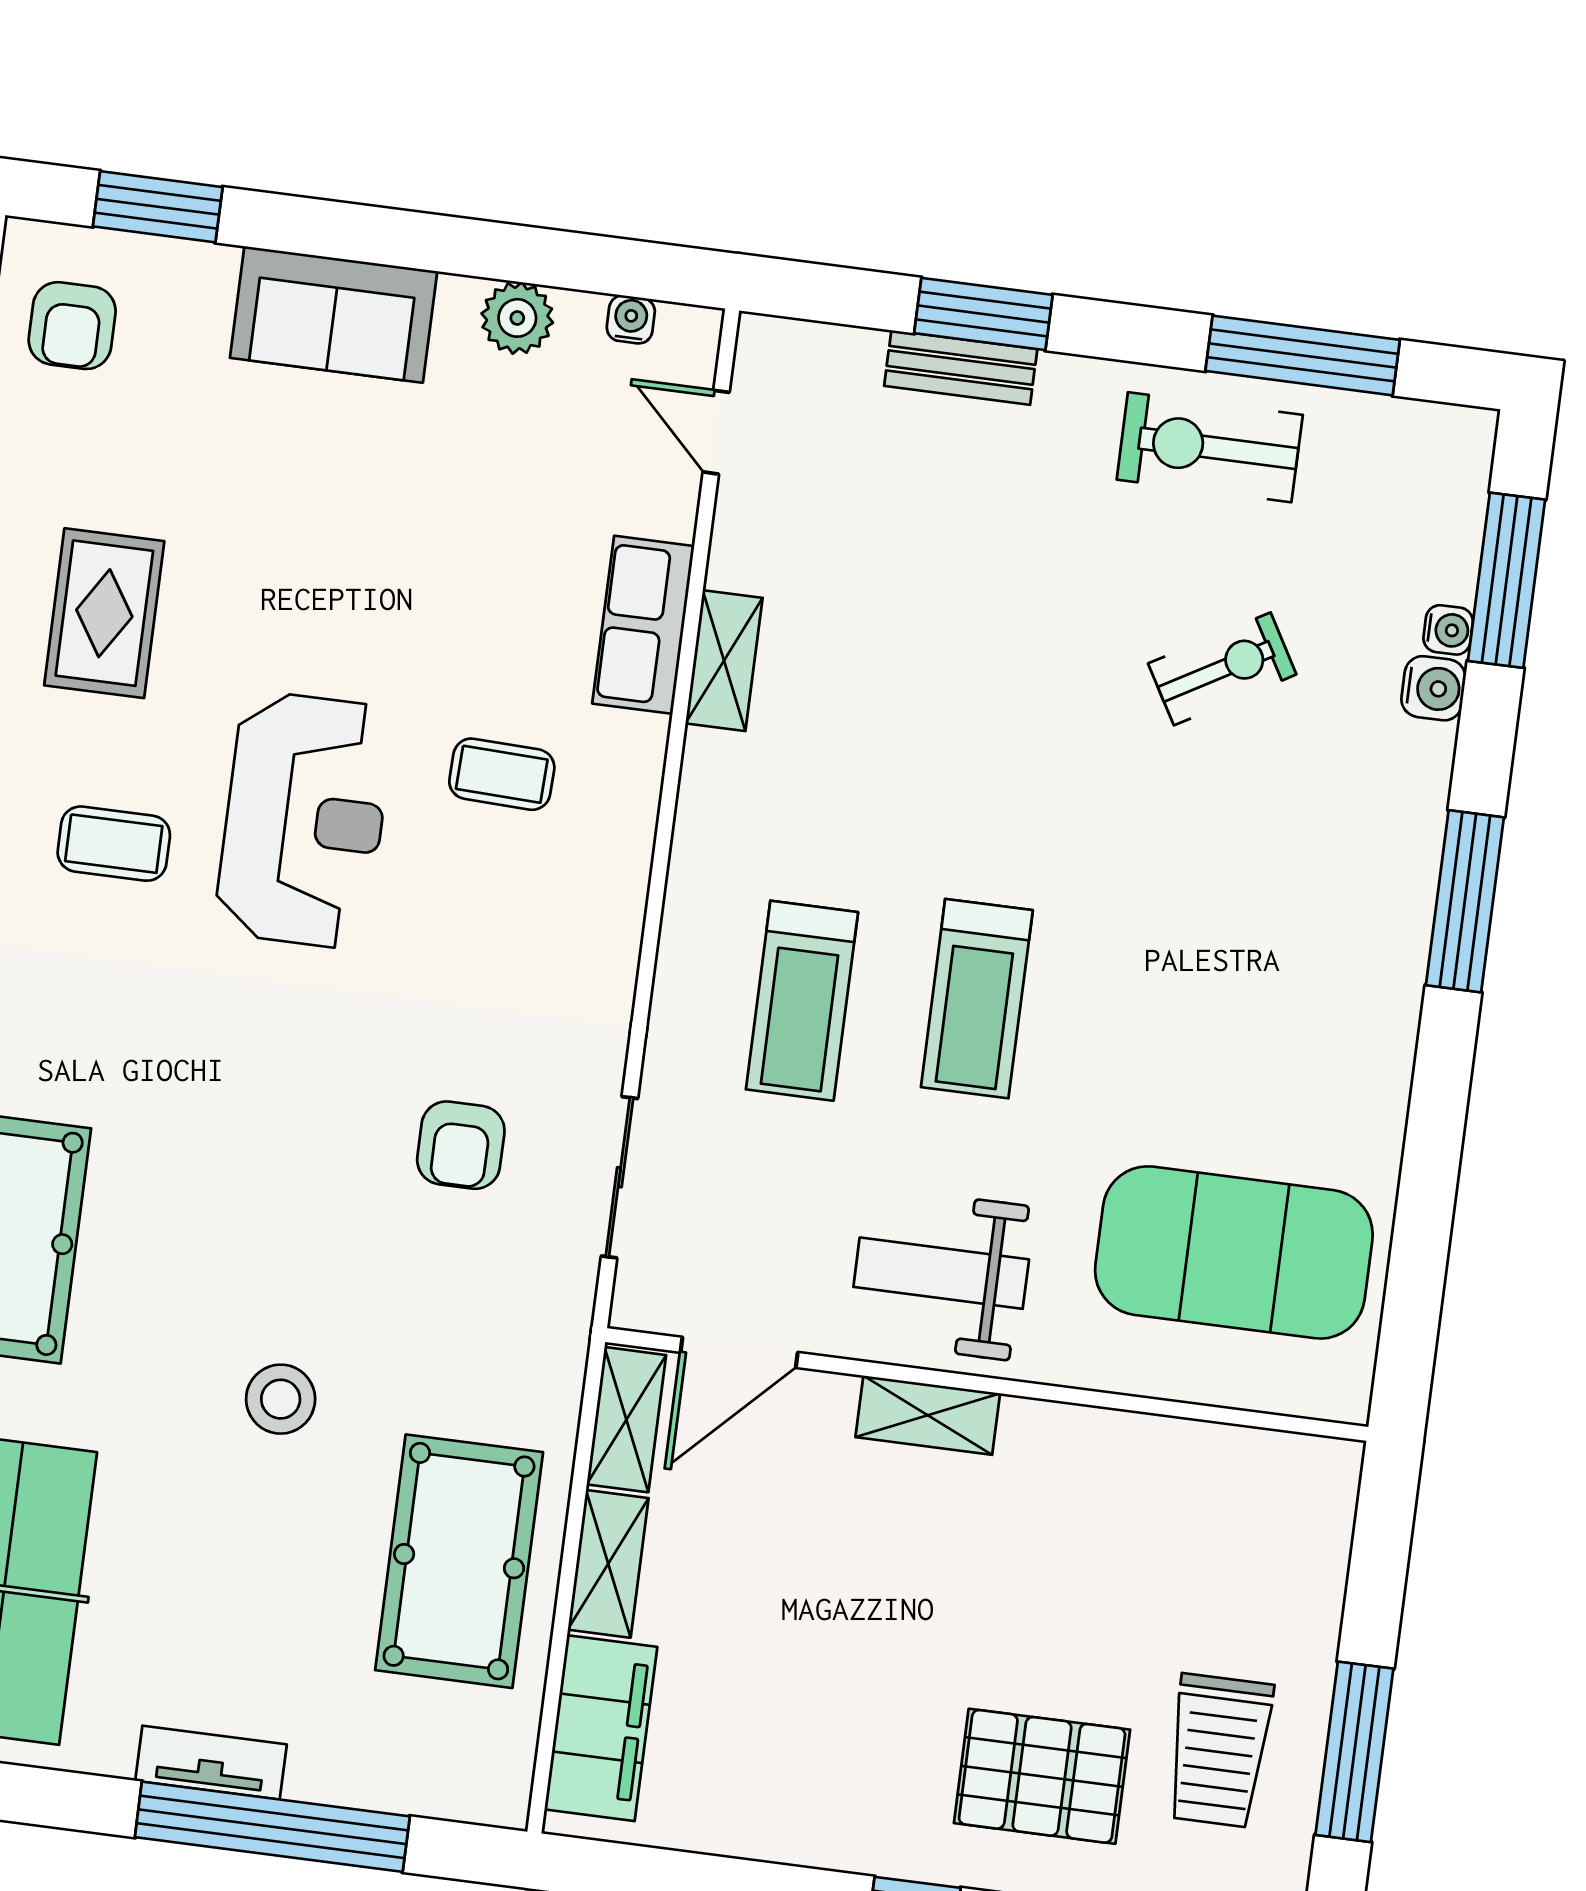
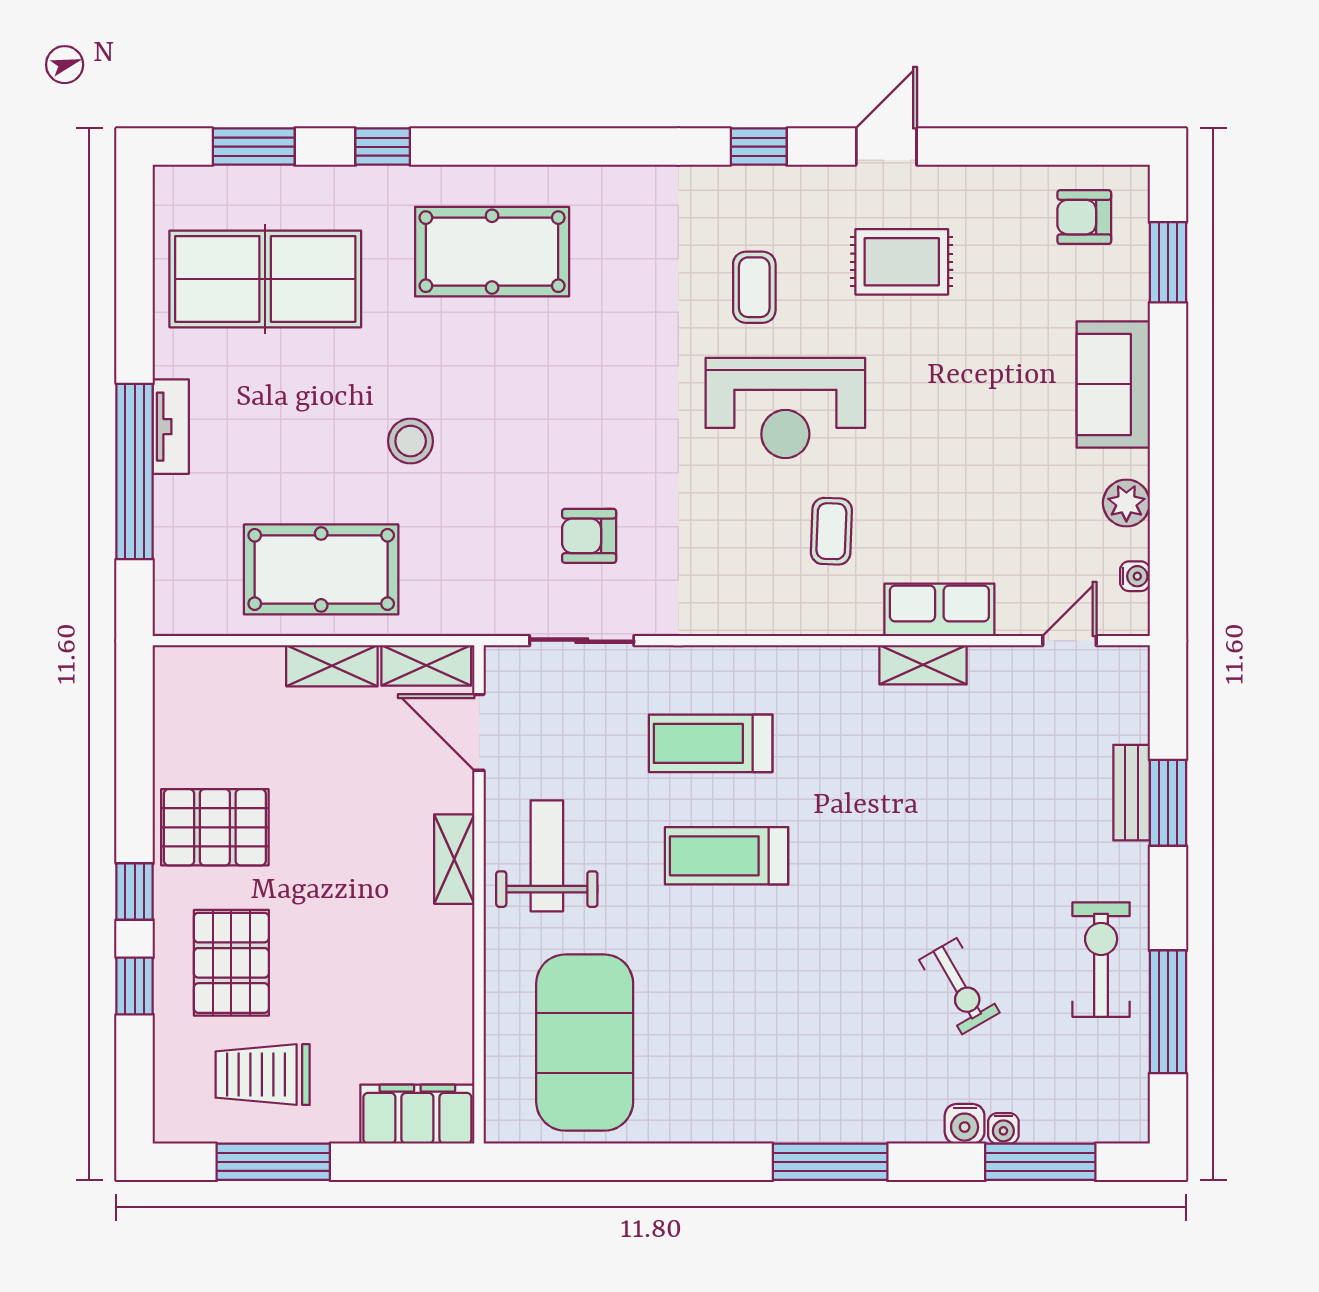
filing cabinet: (601, 1728) -> (417, 1114), moved, turned 180
pallet: (832, 1775) -> (215, 827), added

